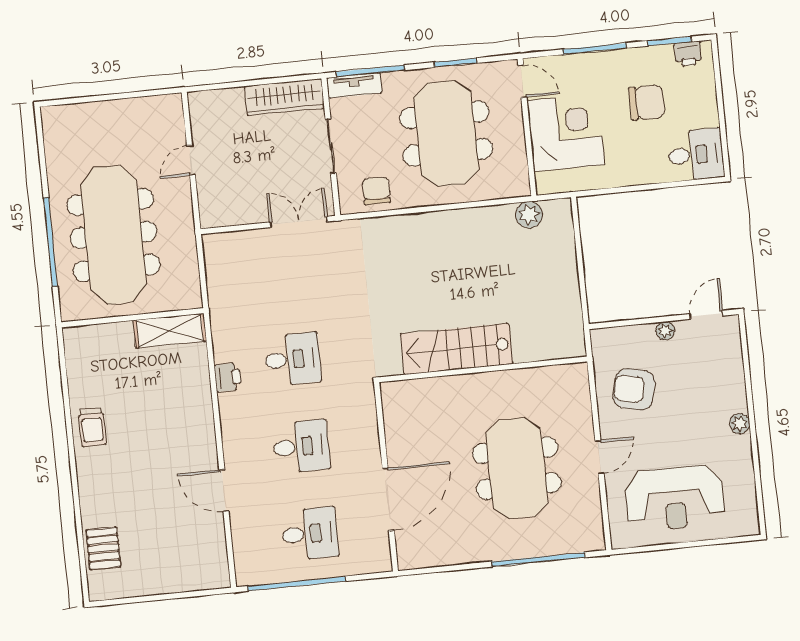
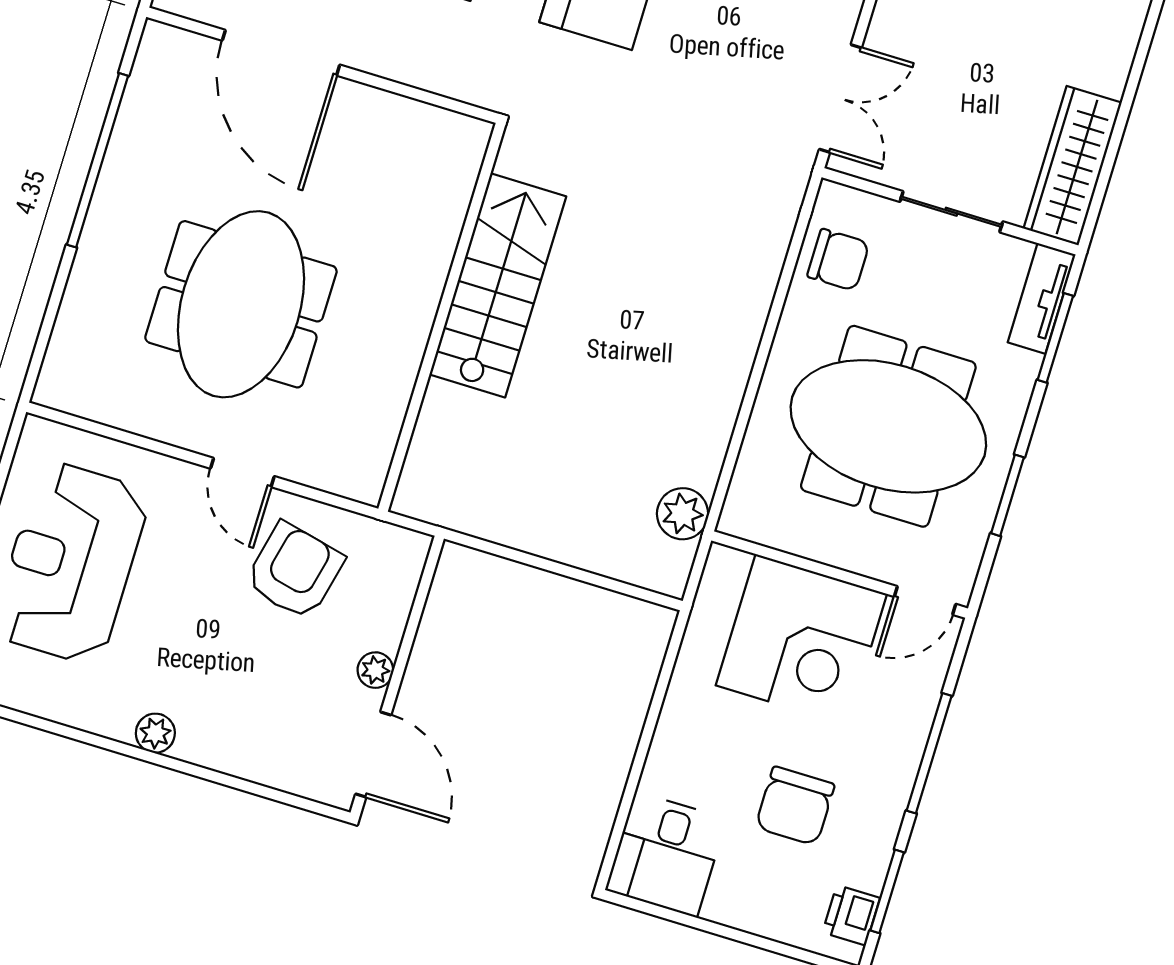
window: (370, 71) -> (1055, 338), width x0.69
door: (706, 315) -> (373, 754), width x1.38
door: (599, 457) -> (242, 472), moved
meeting table: (517, 468) -> (241, 304), turned 90
window: (538, 559) -> (98, 160), moved

